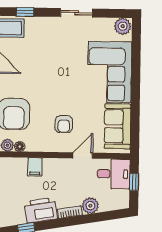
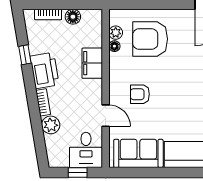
filing cabinet: (35, 167) -> (92, 63), width x2.00

